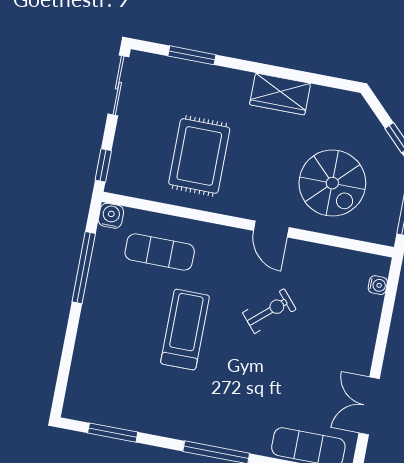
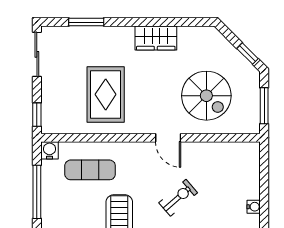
water cooler: (378, 285) -> (254, 207), moved

